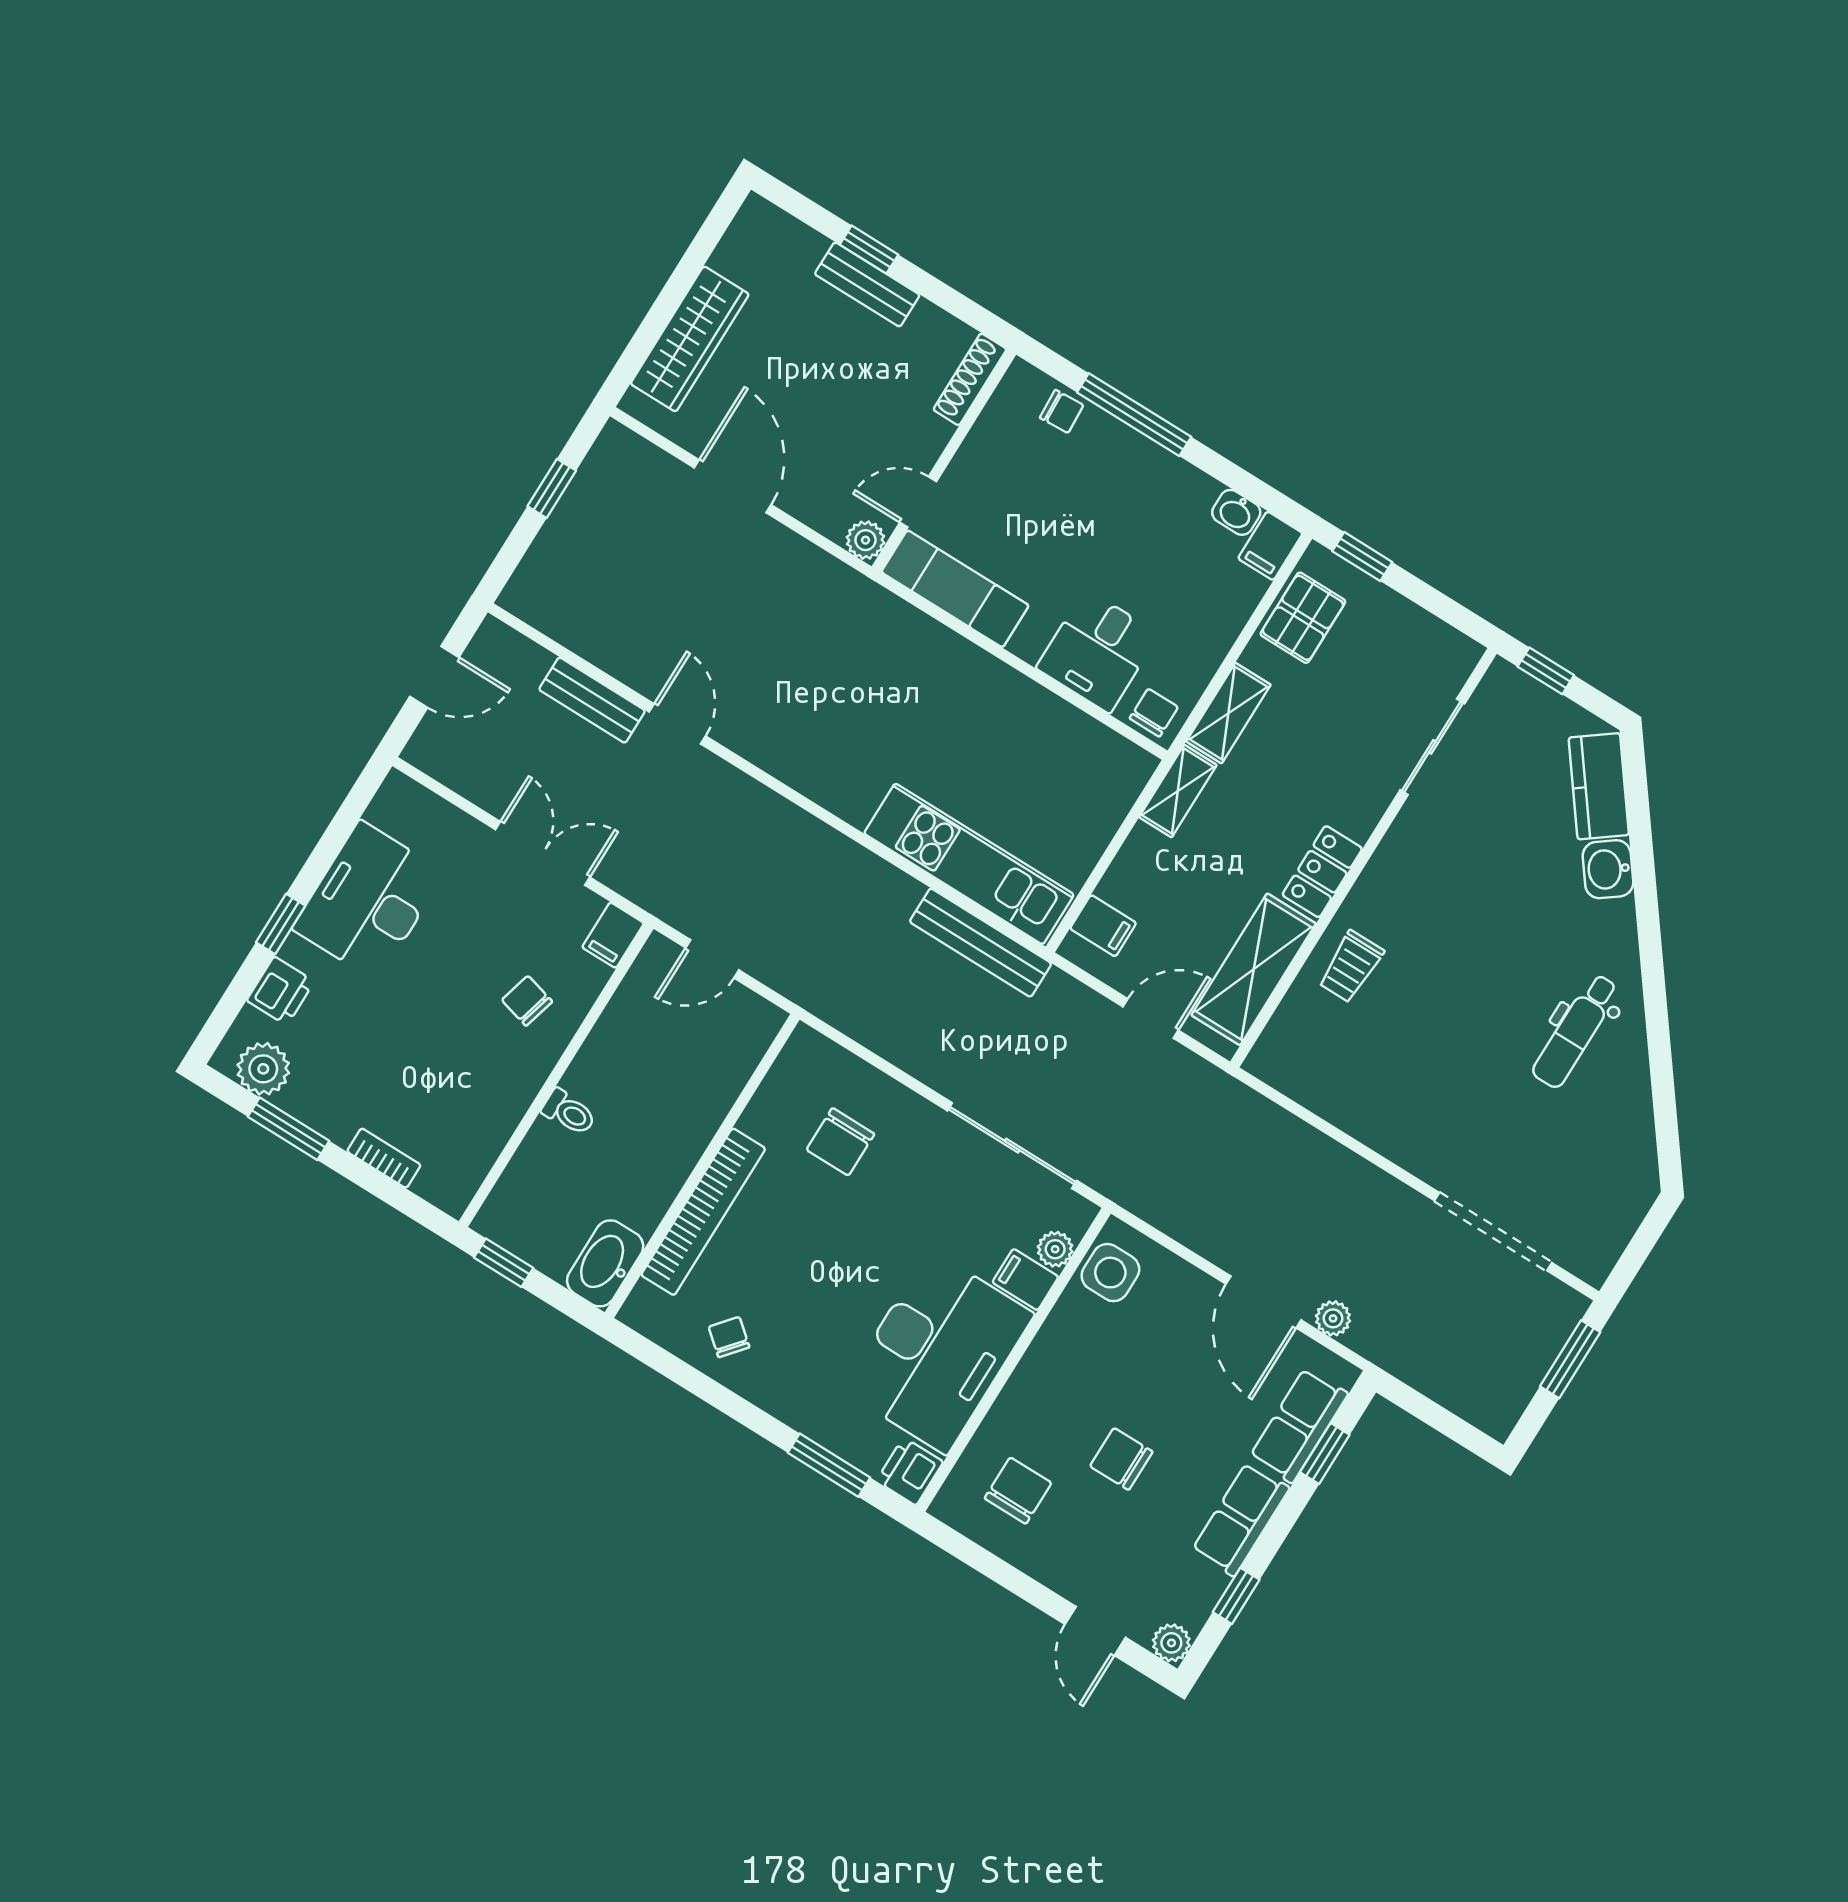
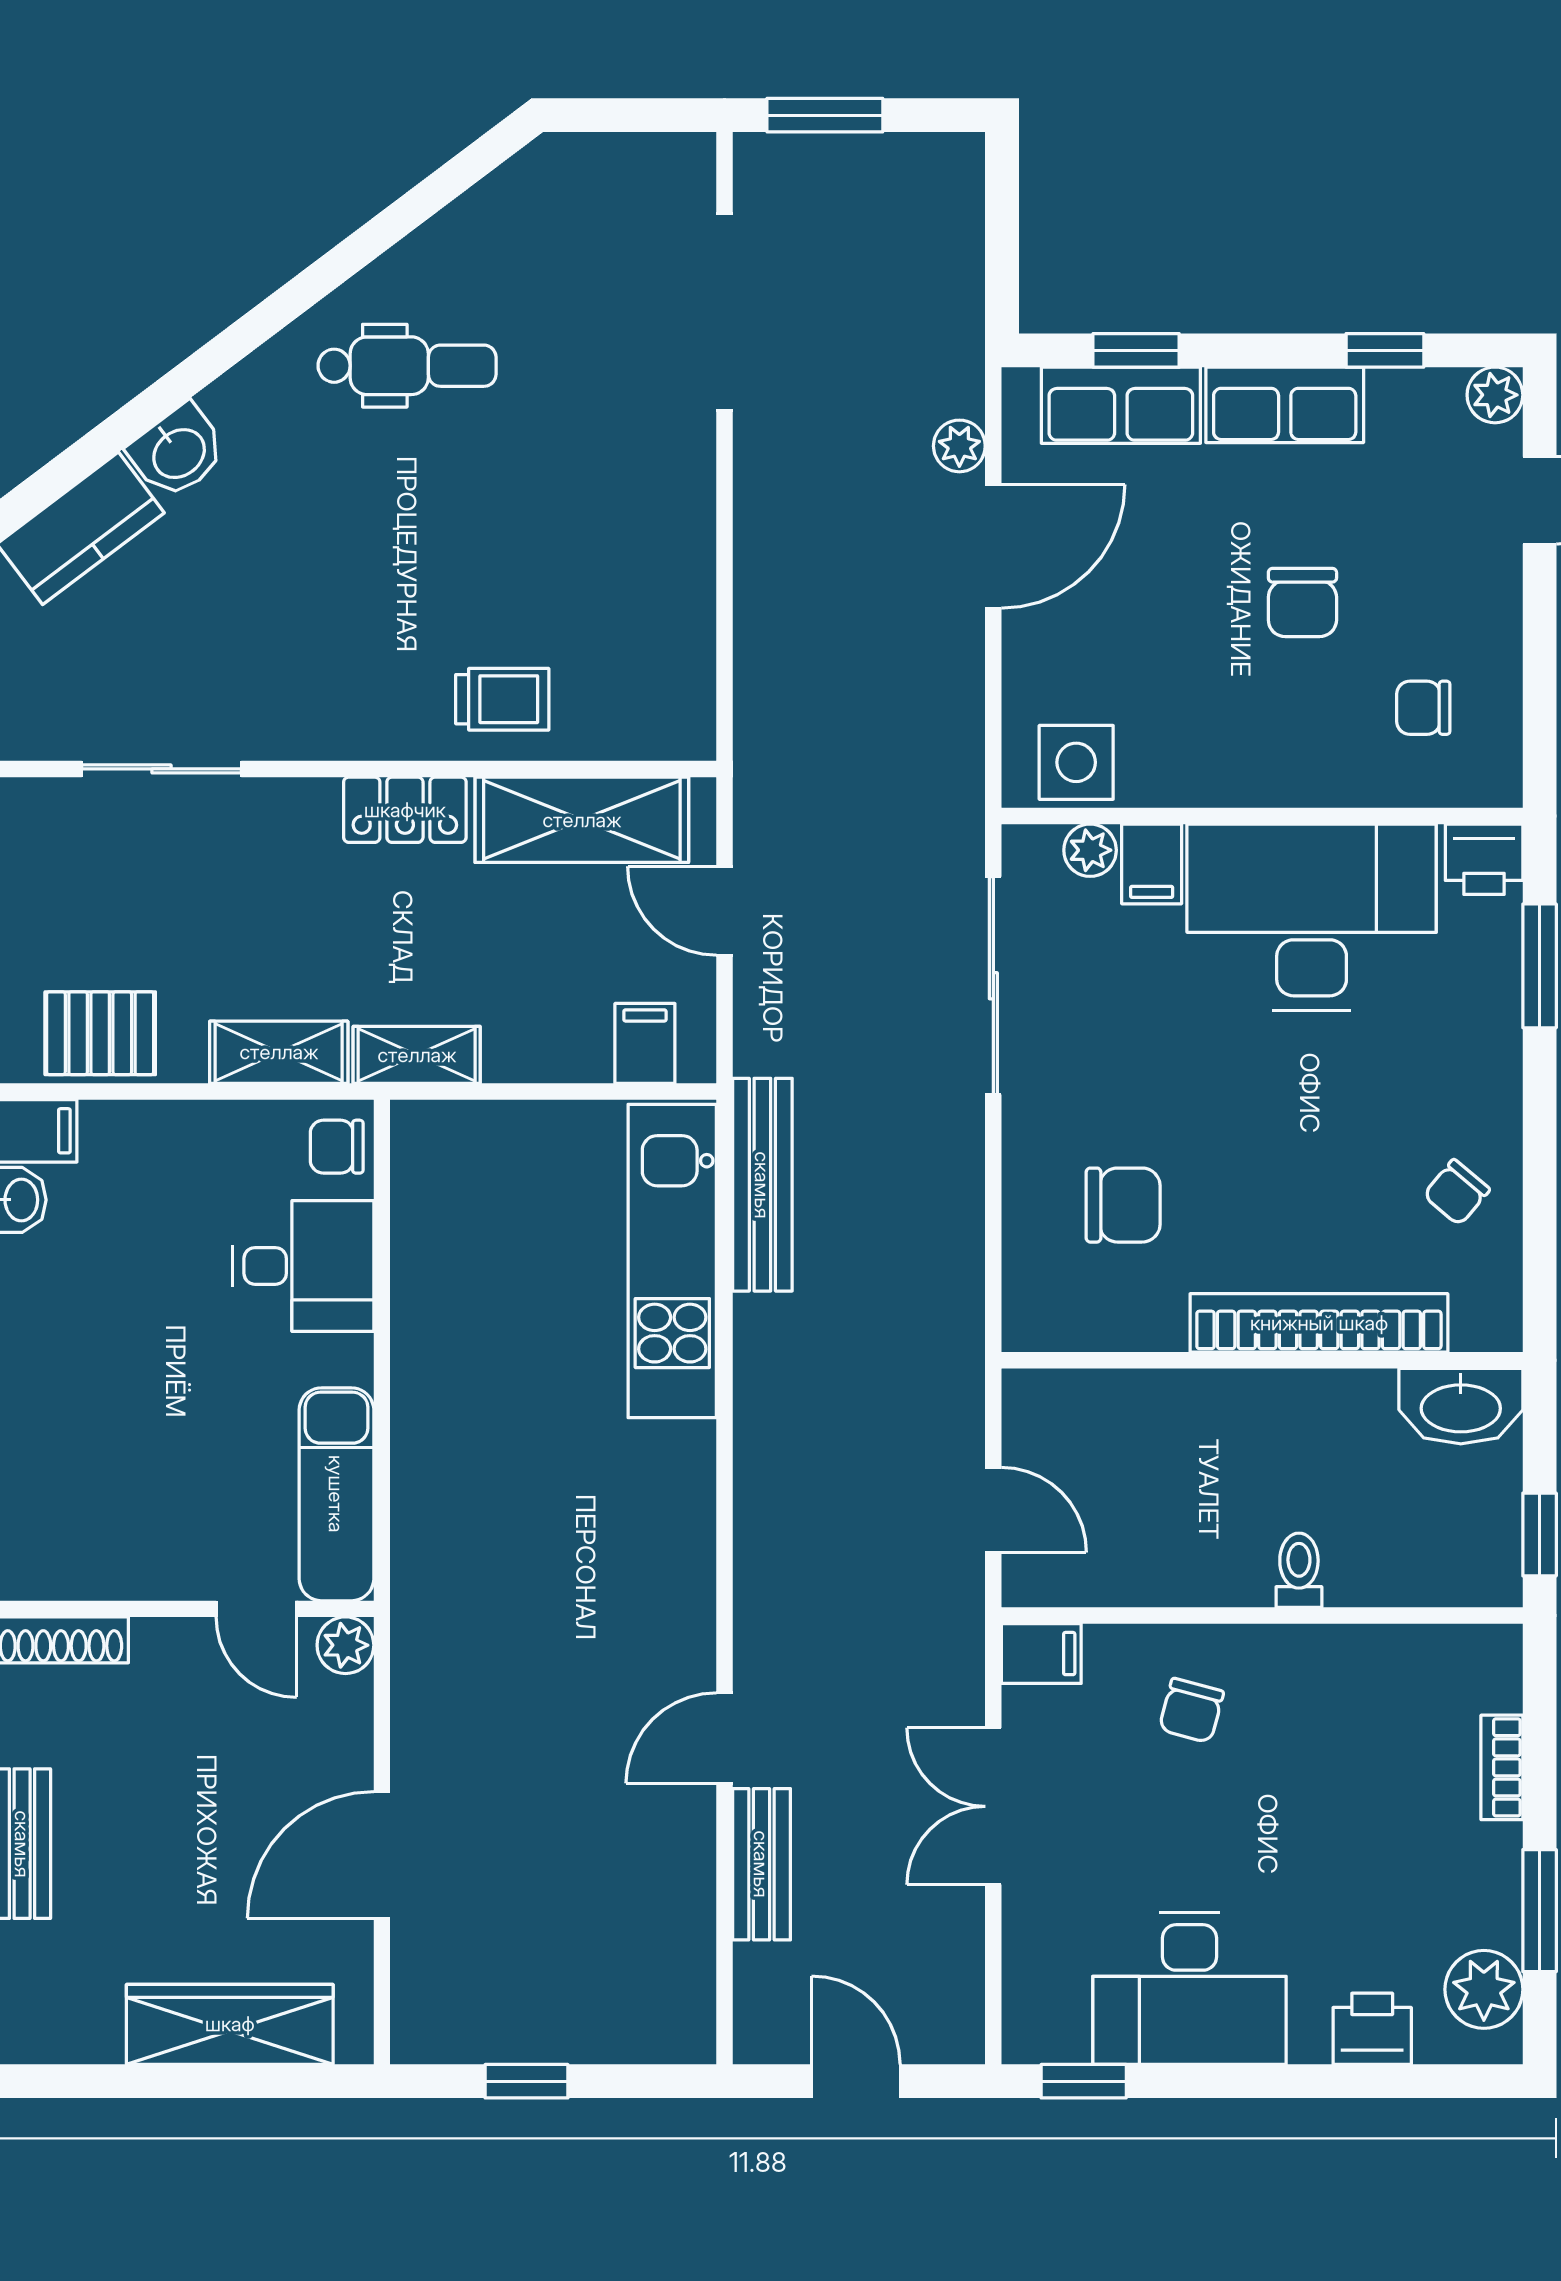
chair: (1062, 411) -> (29, 1499), removed
window: (281, 924) -> (1084, 2081), moved
chair: (1018, 1491) -> (1423, 708), width x0.73, depth x0.73

